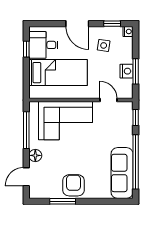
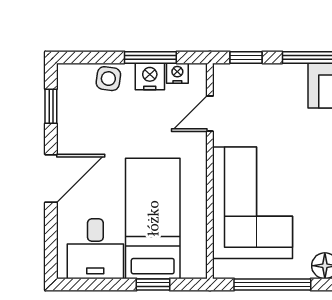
nightstand: (128, 31) -> (177, 73), moved
side table: (104, 45) -> (108, 79), moved
window: (26, 49) -> (153, 284), moved

